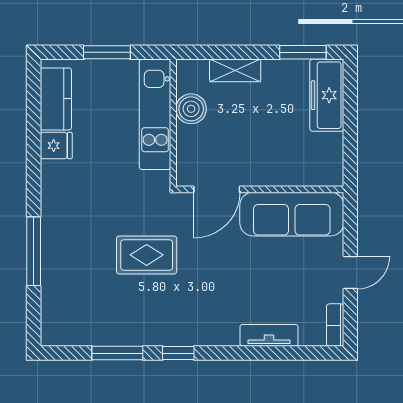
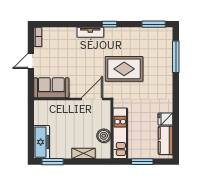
sofa: (292, 214) -> (51, 88), width x0.73
window: (34, 251) -> (176, 57), moved
rug: (147, 255) -> (124, 69), width x1.36, depth x1.43
tv unit: (269, 335) -> (90, 32), moved
window: (117, 353) -> (154, 24), moved

